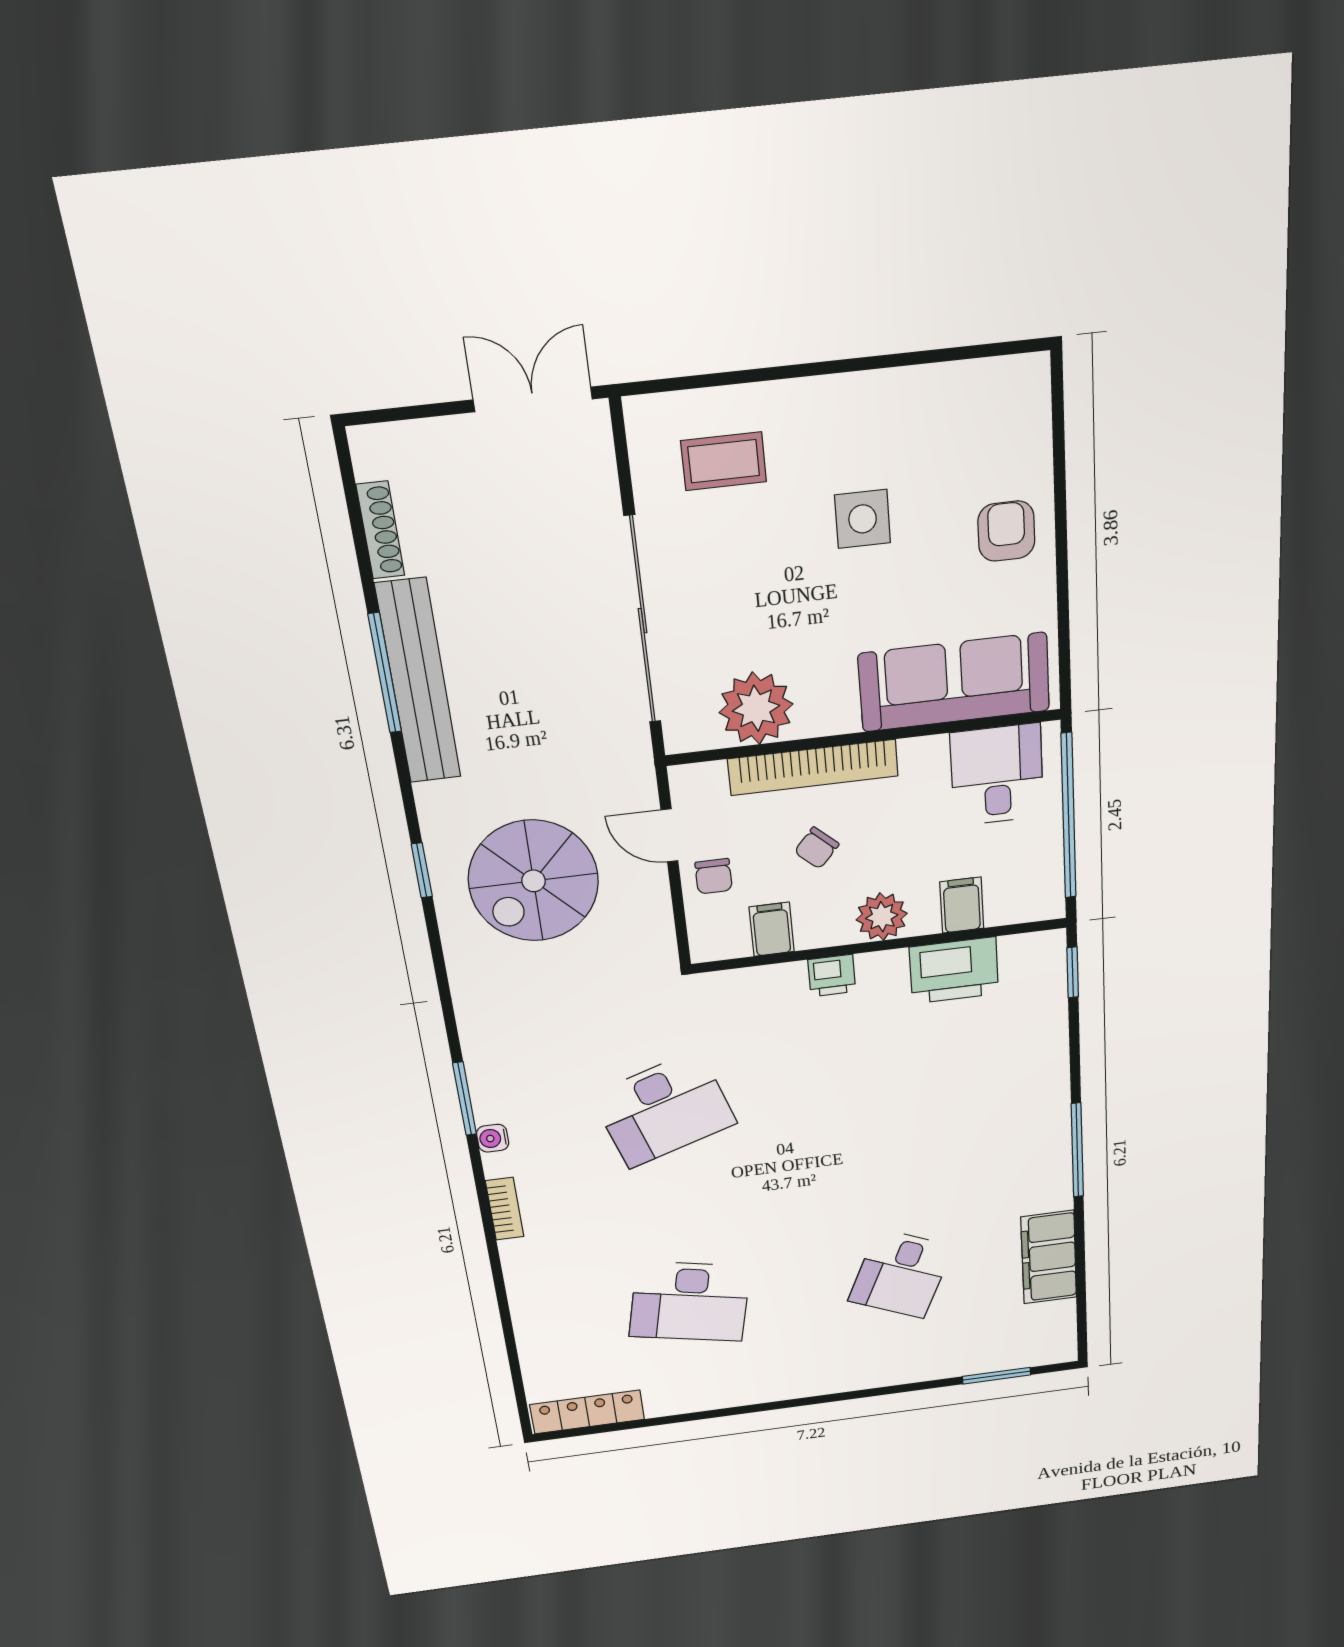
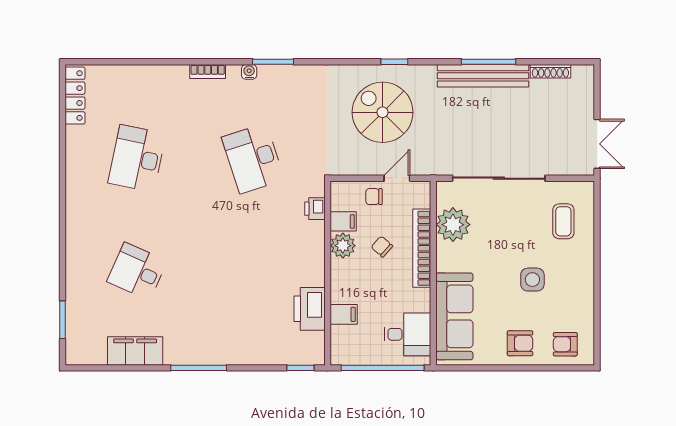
armchair: (1005, 426) -> (565, 344), added
plant: (882, 917) -> (343, 246), moved
printer: (832, 976) -> (315, 209), moved

